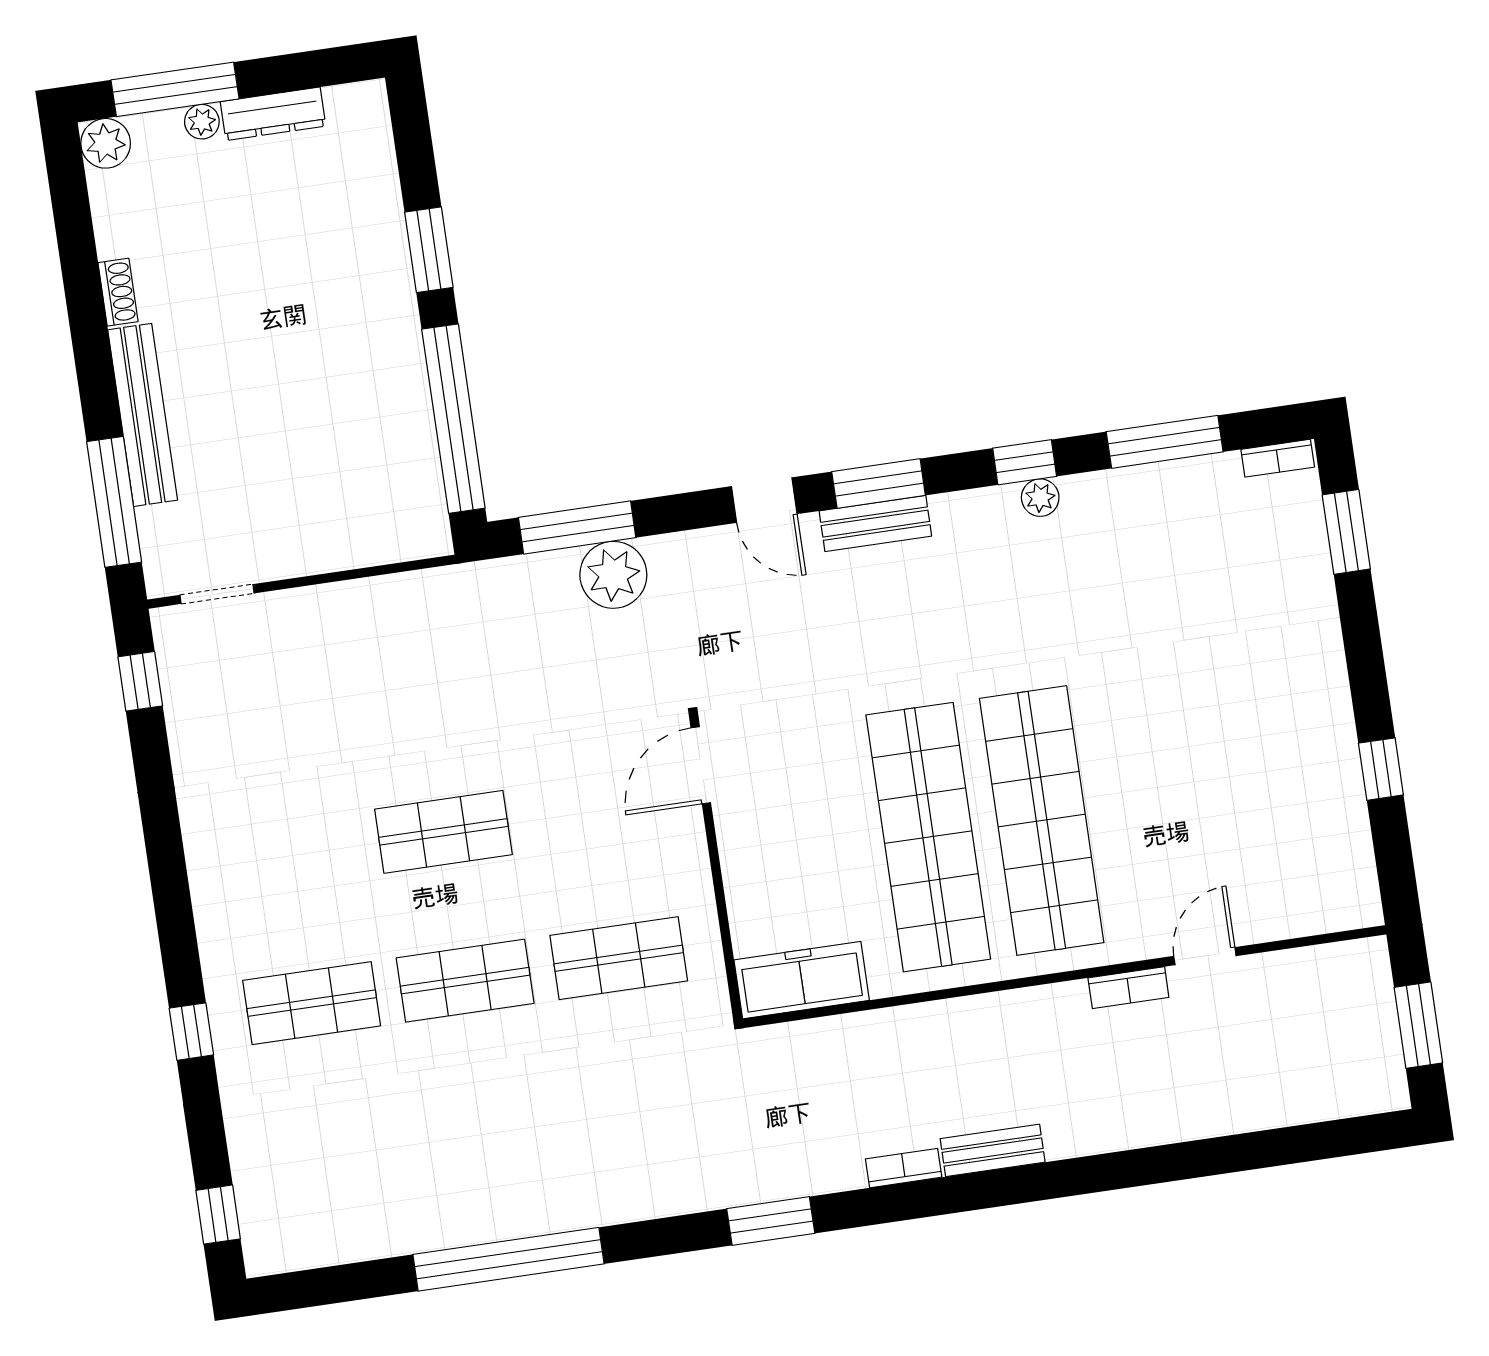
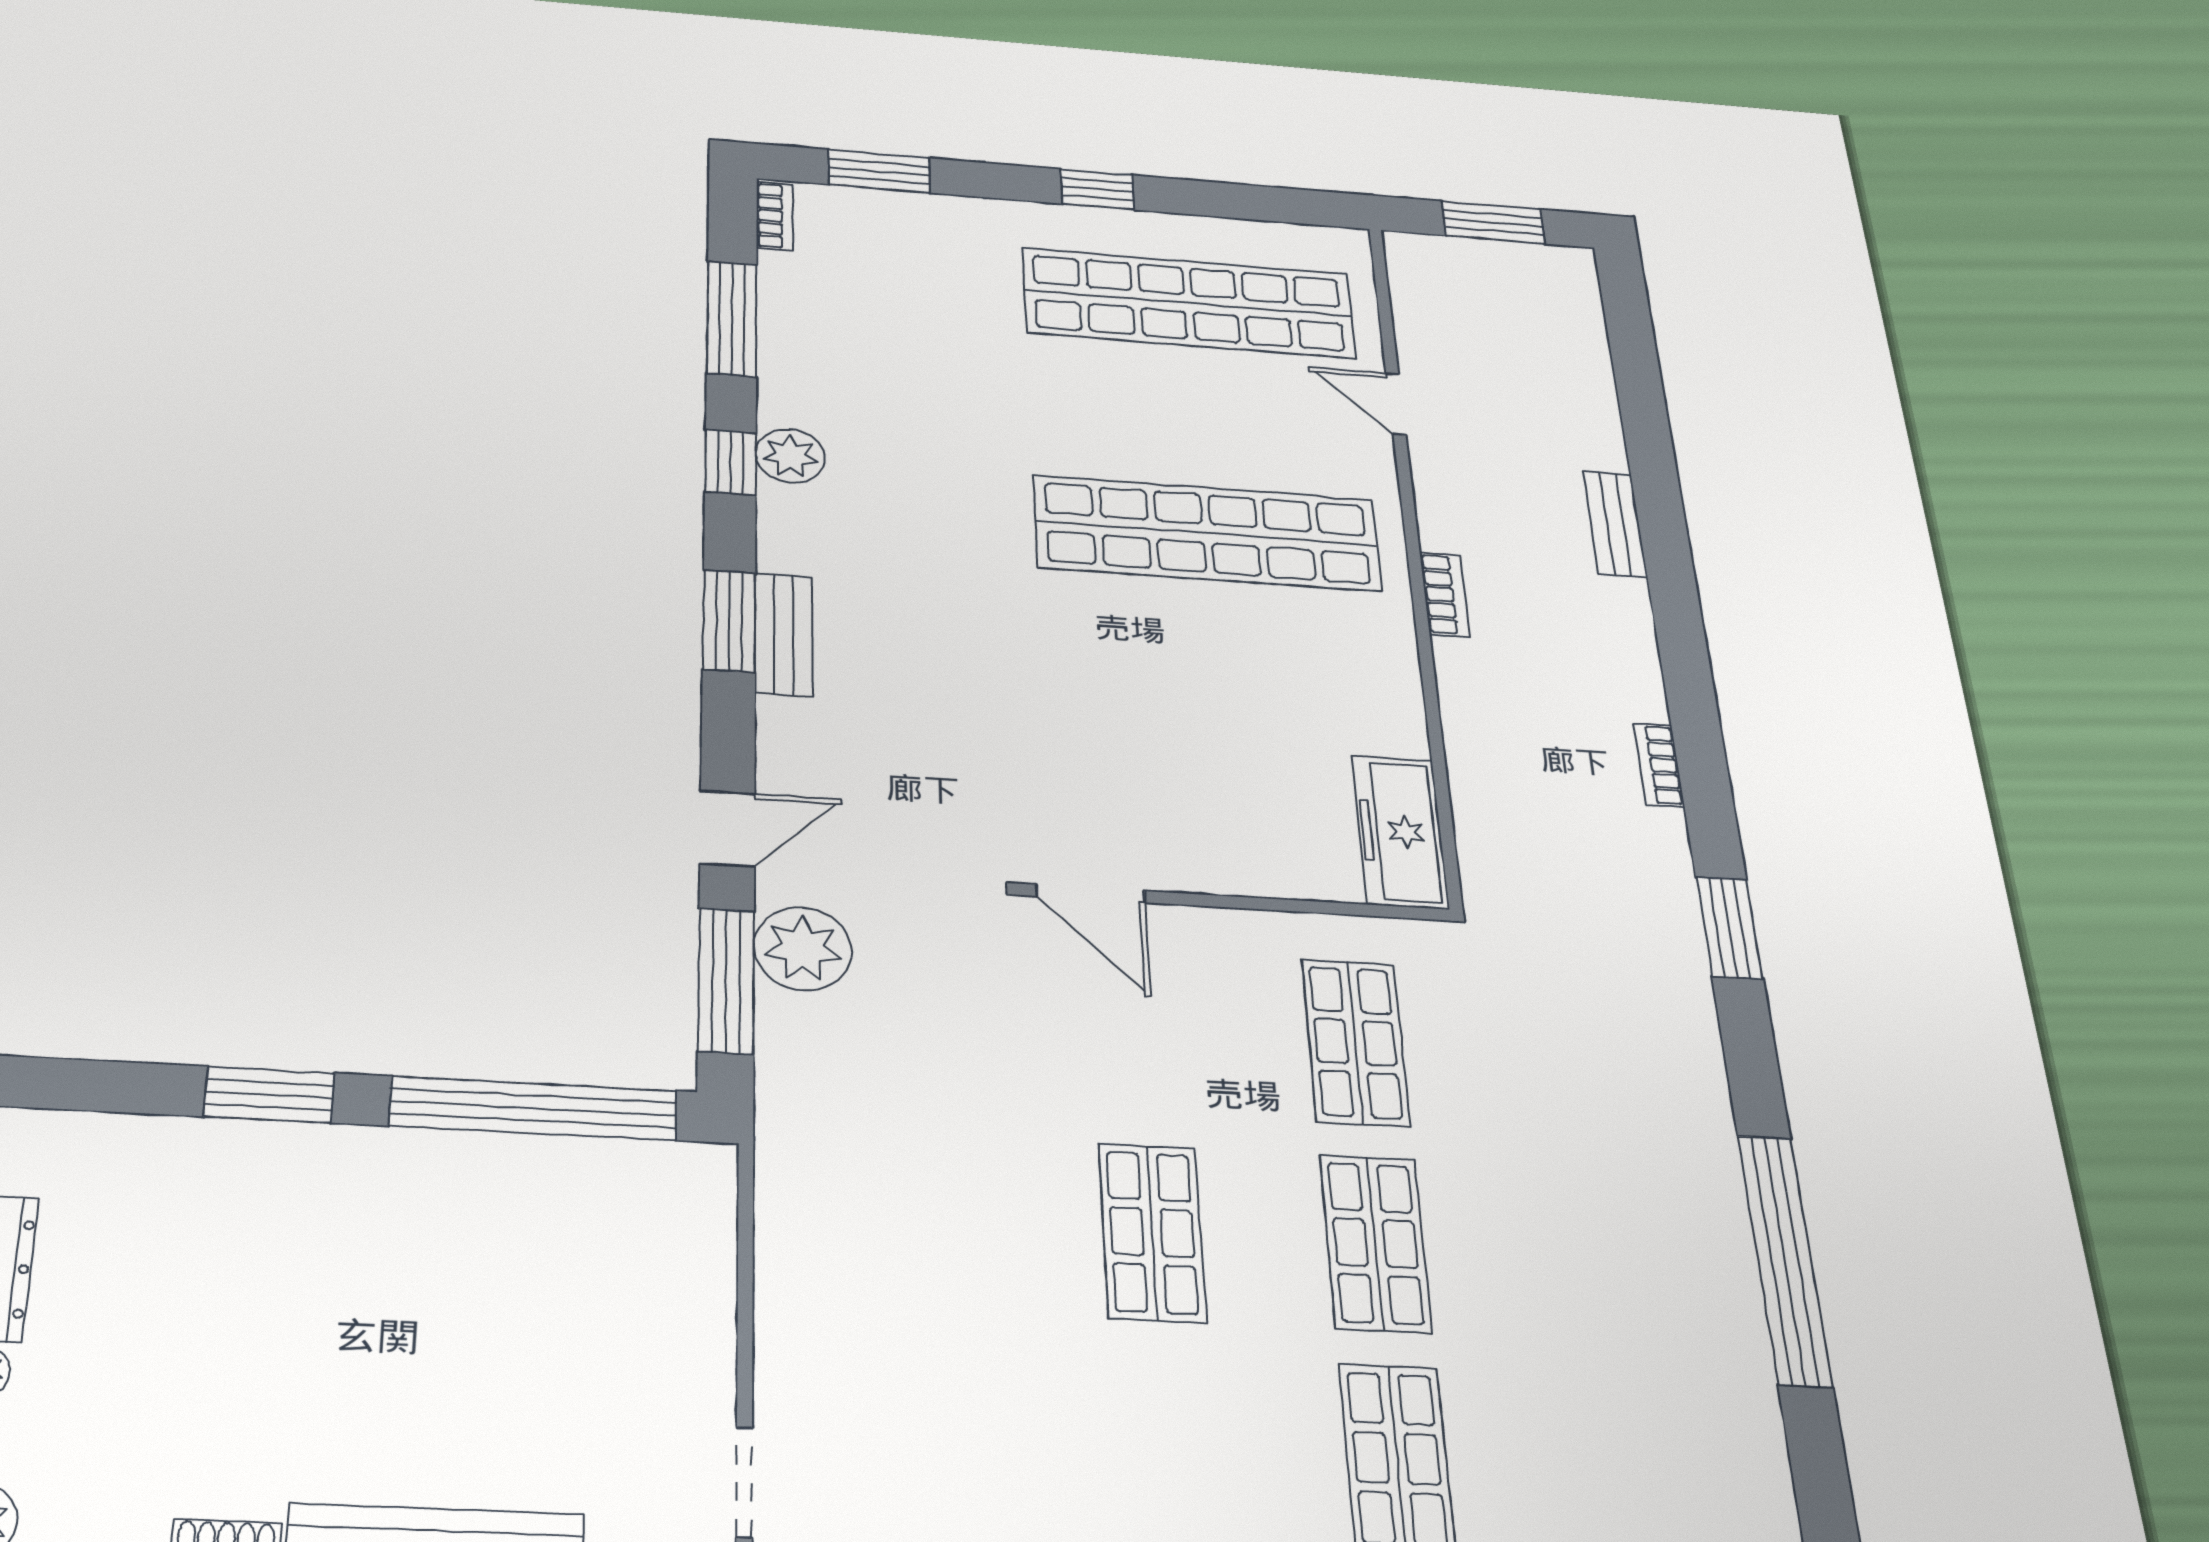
plant: (1040, 498) -> (790, 456), width x1.38, depth x1.38
door: (764, 500) -> (728, 829), moved
window: (1381, 769) -> (1097, 189), moved
shop shelf: (928, 837) -> (1189, 303), moved
bookcase: (1128, 988) -> (1445, 594), moved
bench: (993, 1150) -> (1615, 524), moved

